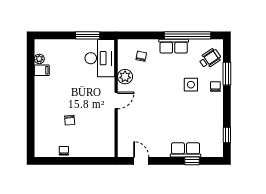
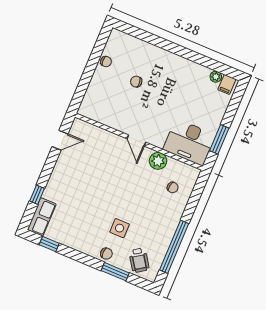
row of seats: (174, 46) -> (169, 227), removed
filing cabinet: (42, 70) -> (227, 84), moved
row of seats: (185, 150) -> (42, 217), moved

